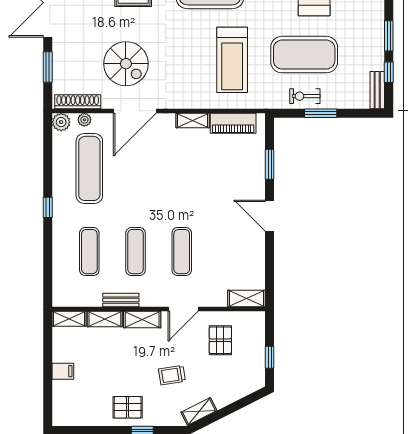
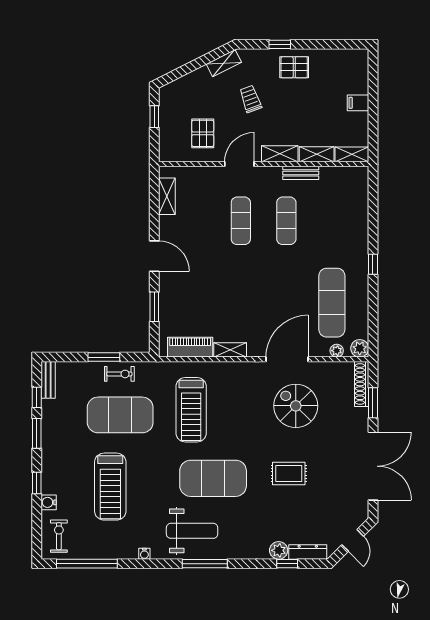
treadmill: (232, 60) -> (191, 410), turned 180
shoe rack: (78, 102) -> (362, 384), moved, turned 90
exercise mat: (89, 252) -> (332, 221), removed
shelving: (247, 299) -> (167, 196), moved, turned 90
trolley: (172, 375) -> (250, 99), turned -101

